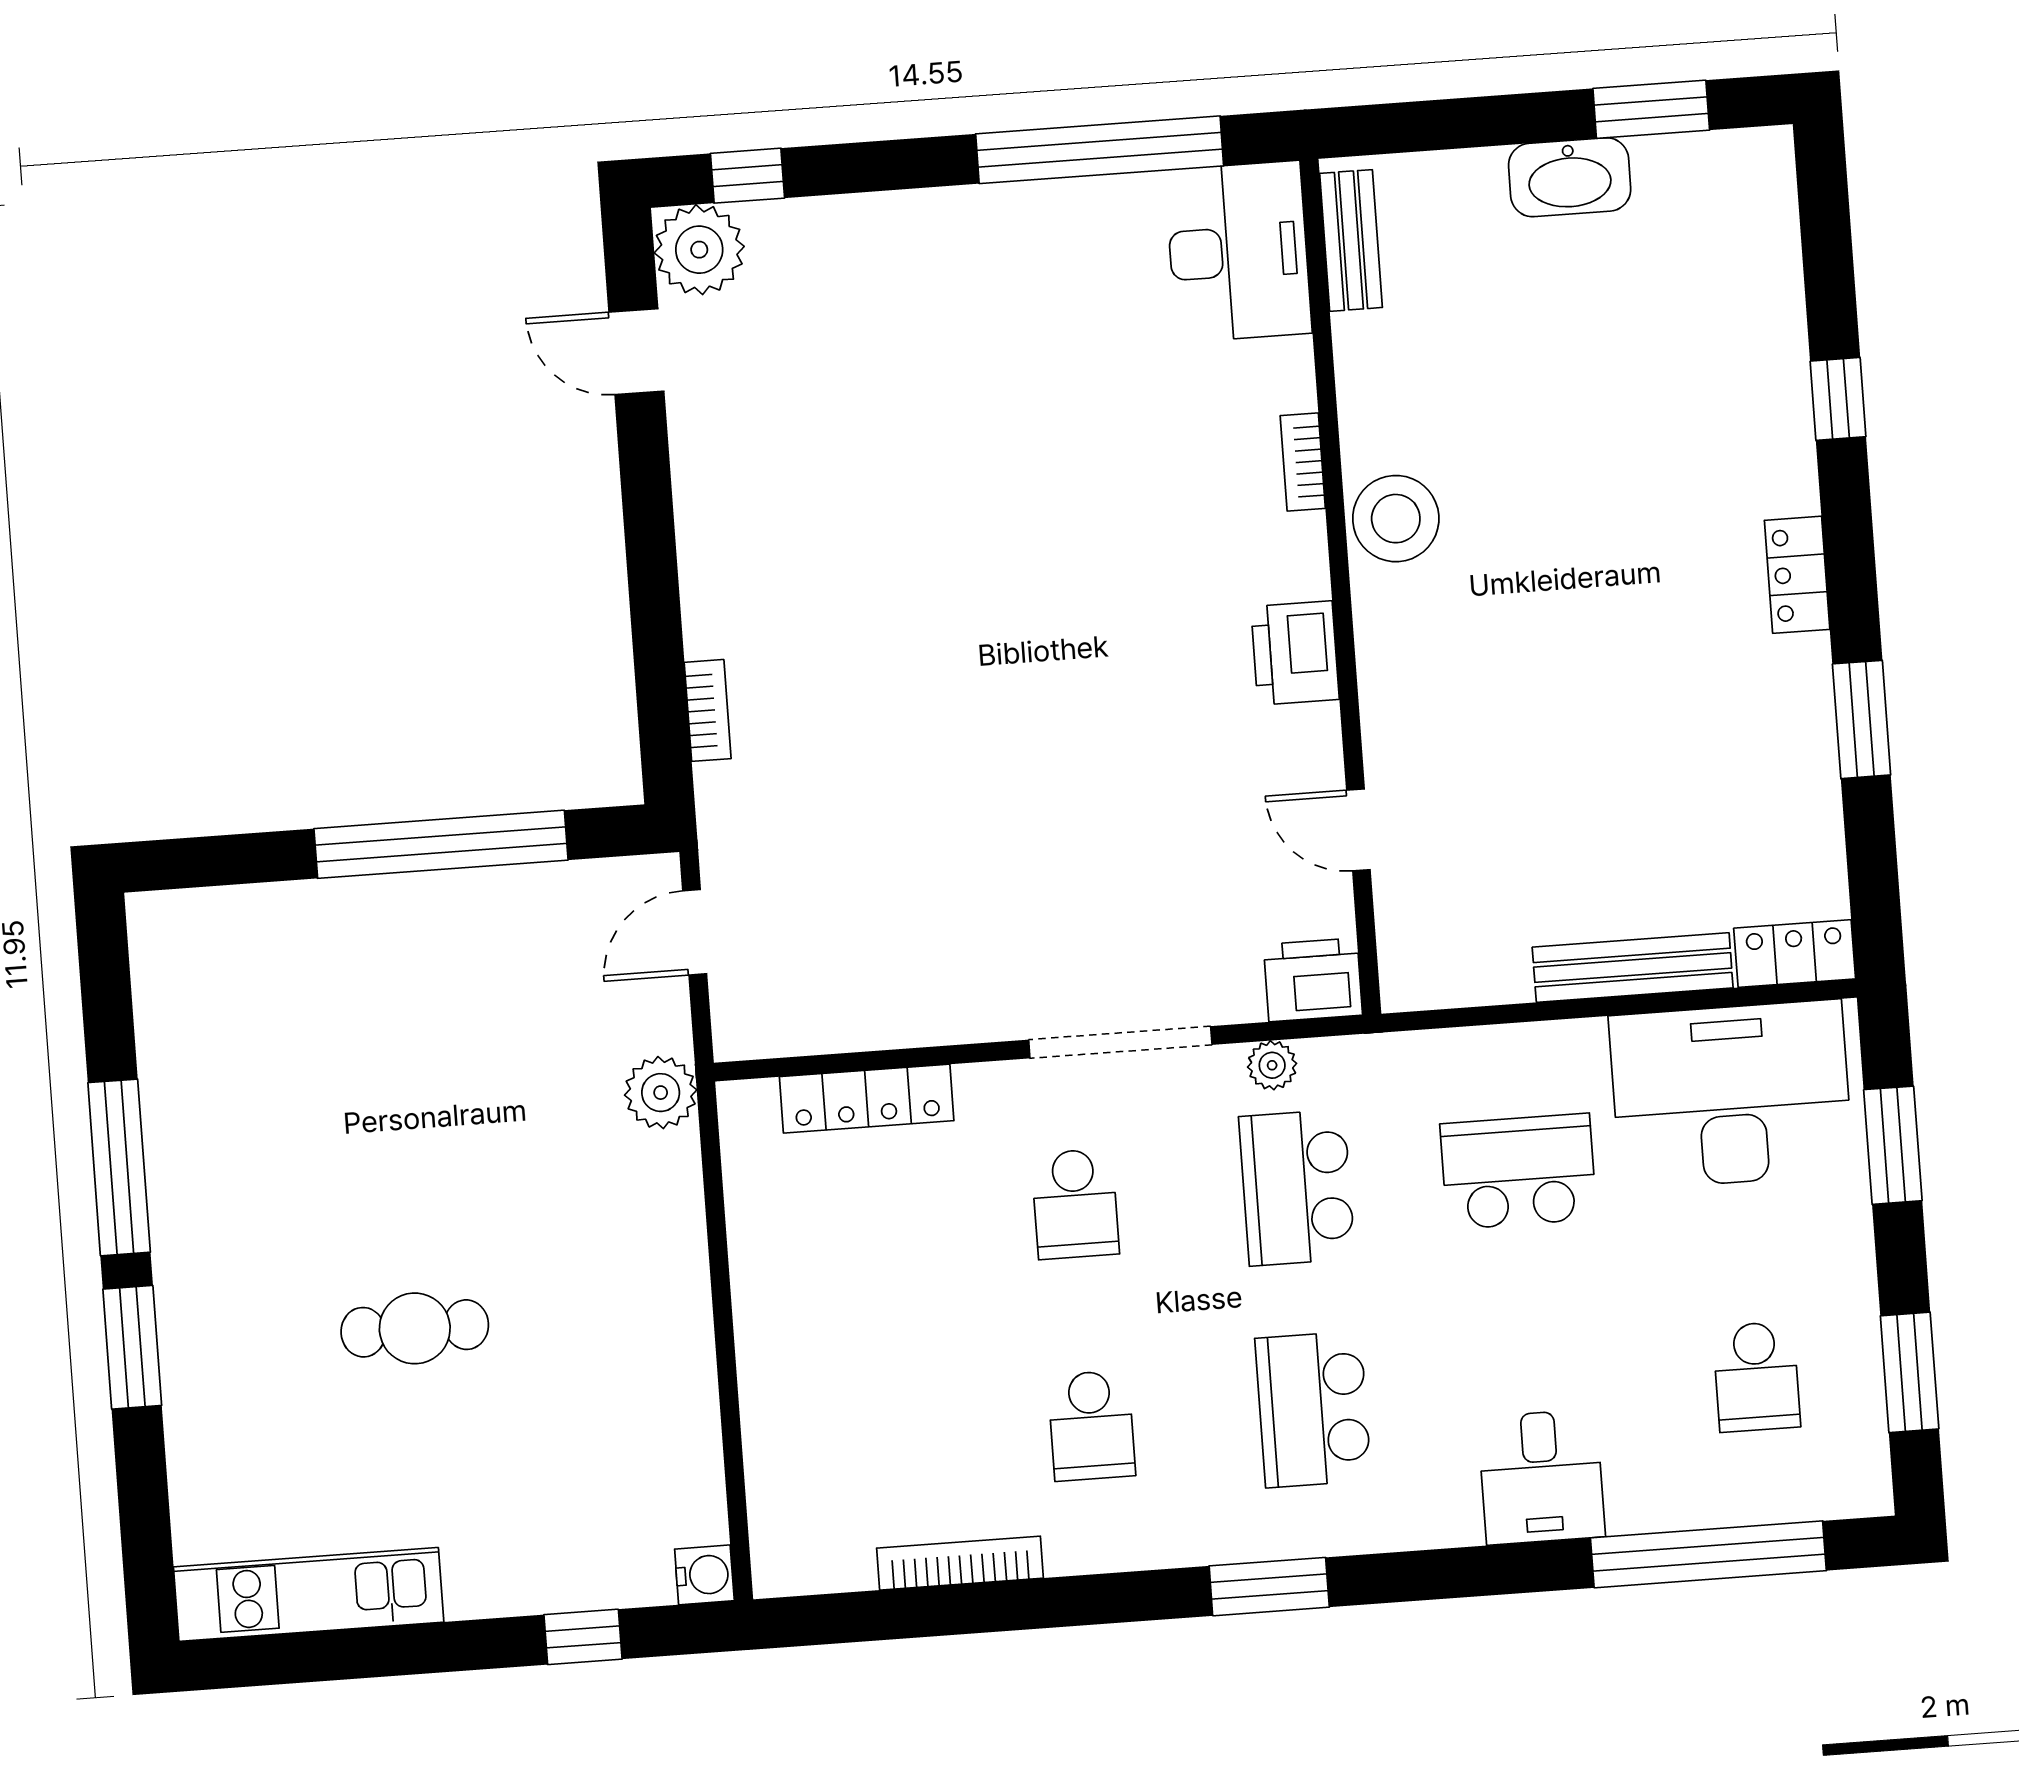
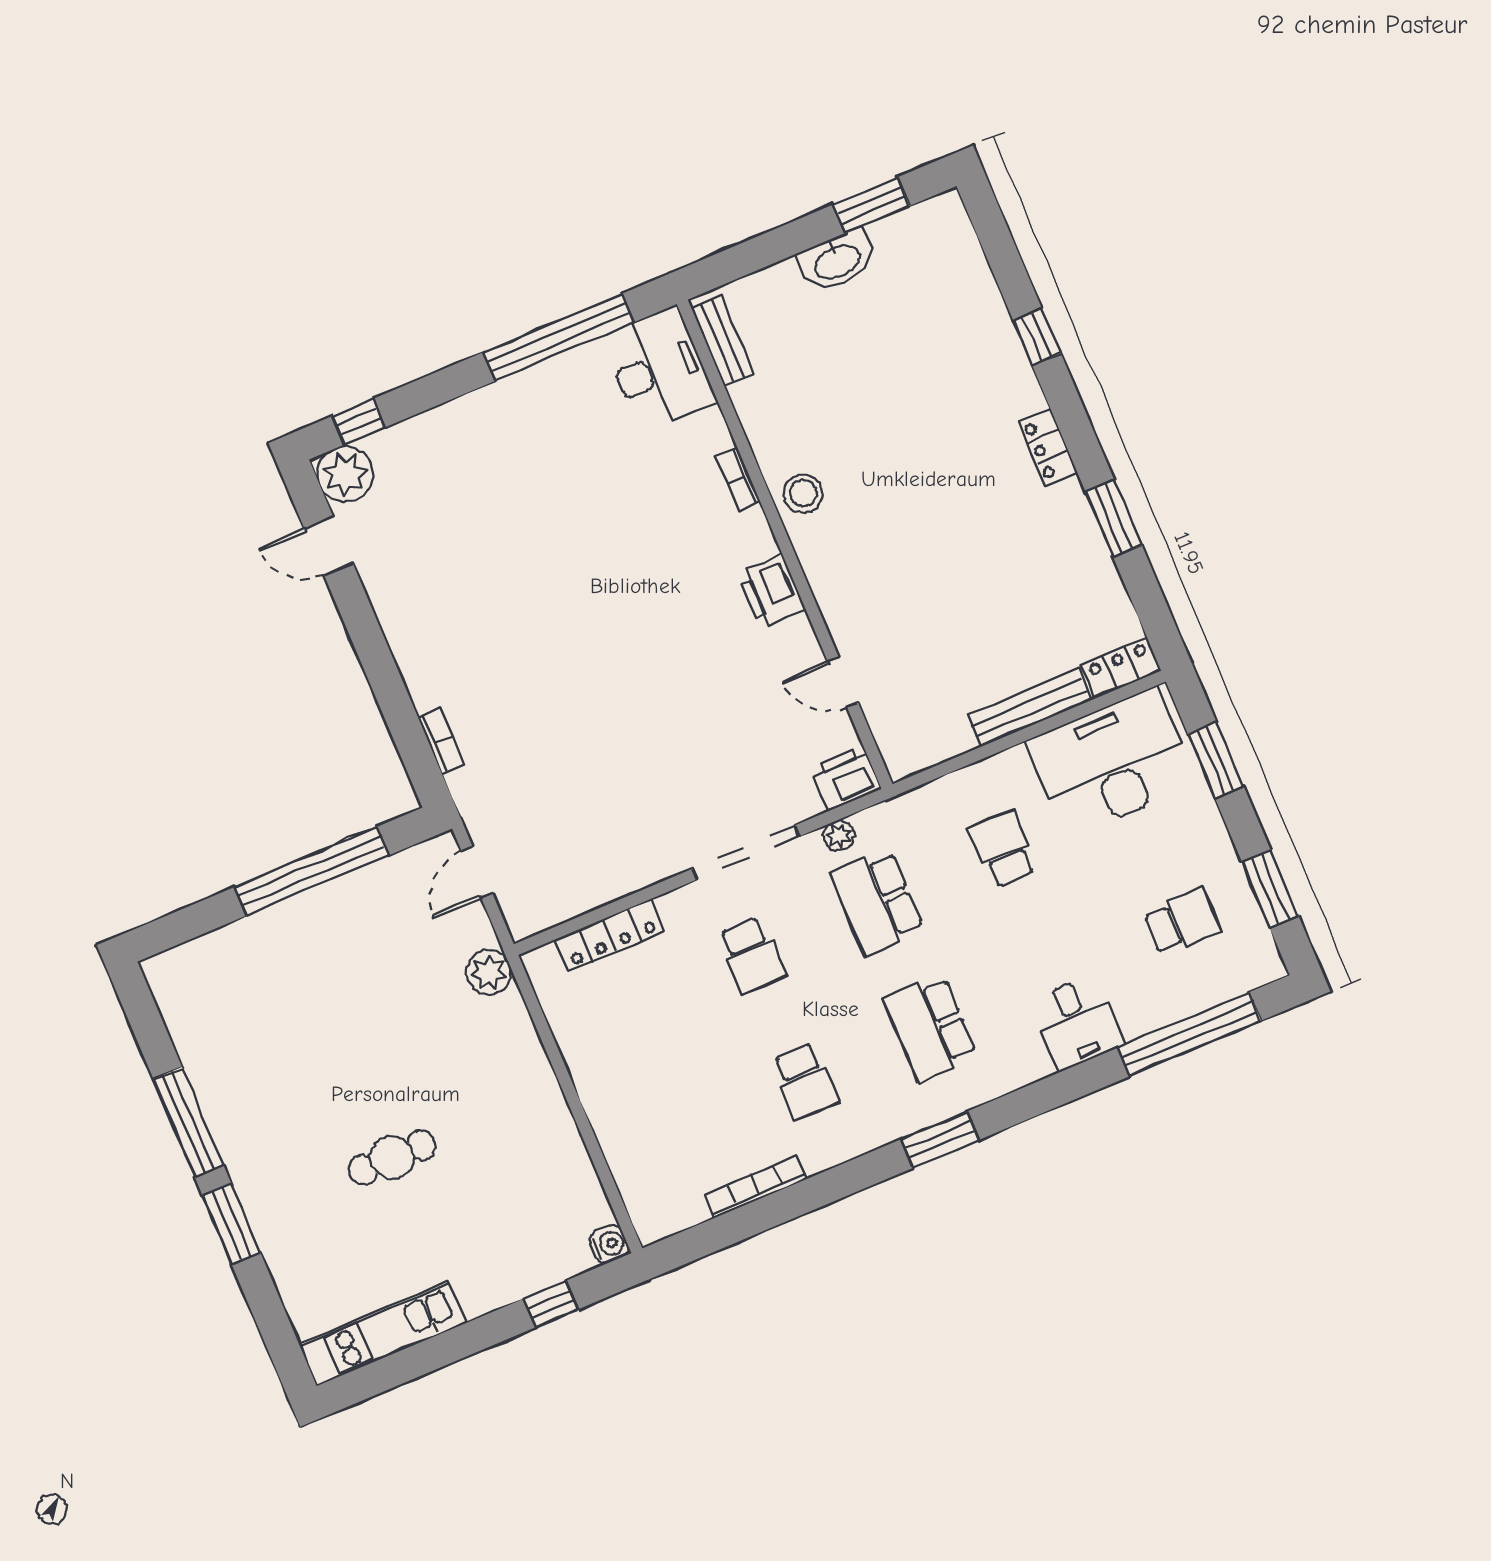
stool: (1396, 519) -> (803, 494), width x0.73, depth x0.73
school desk: (1518, 1171) -> (1003, 849), width x0.54
school desk: (1756, 1377) -> (1182, 922), turned -90

